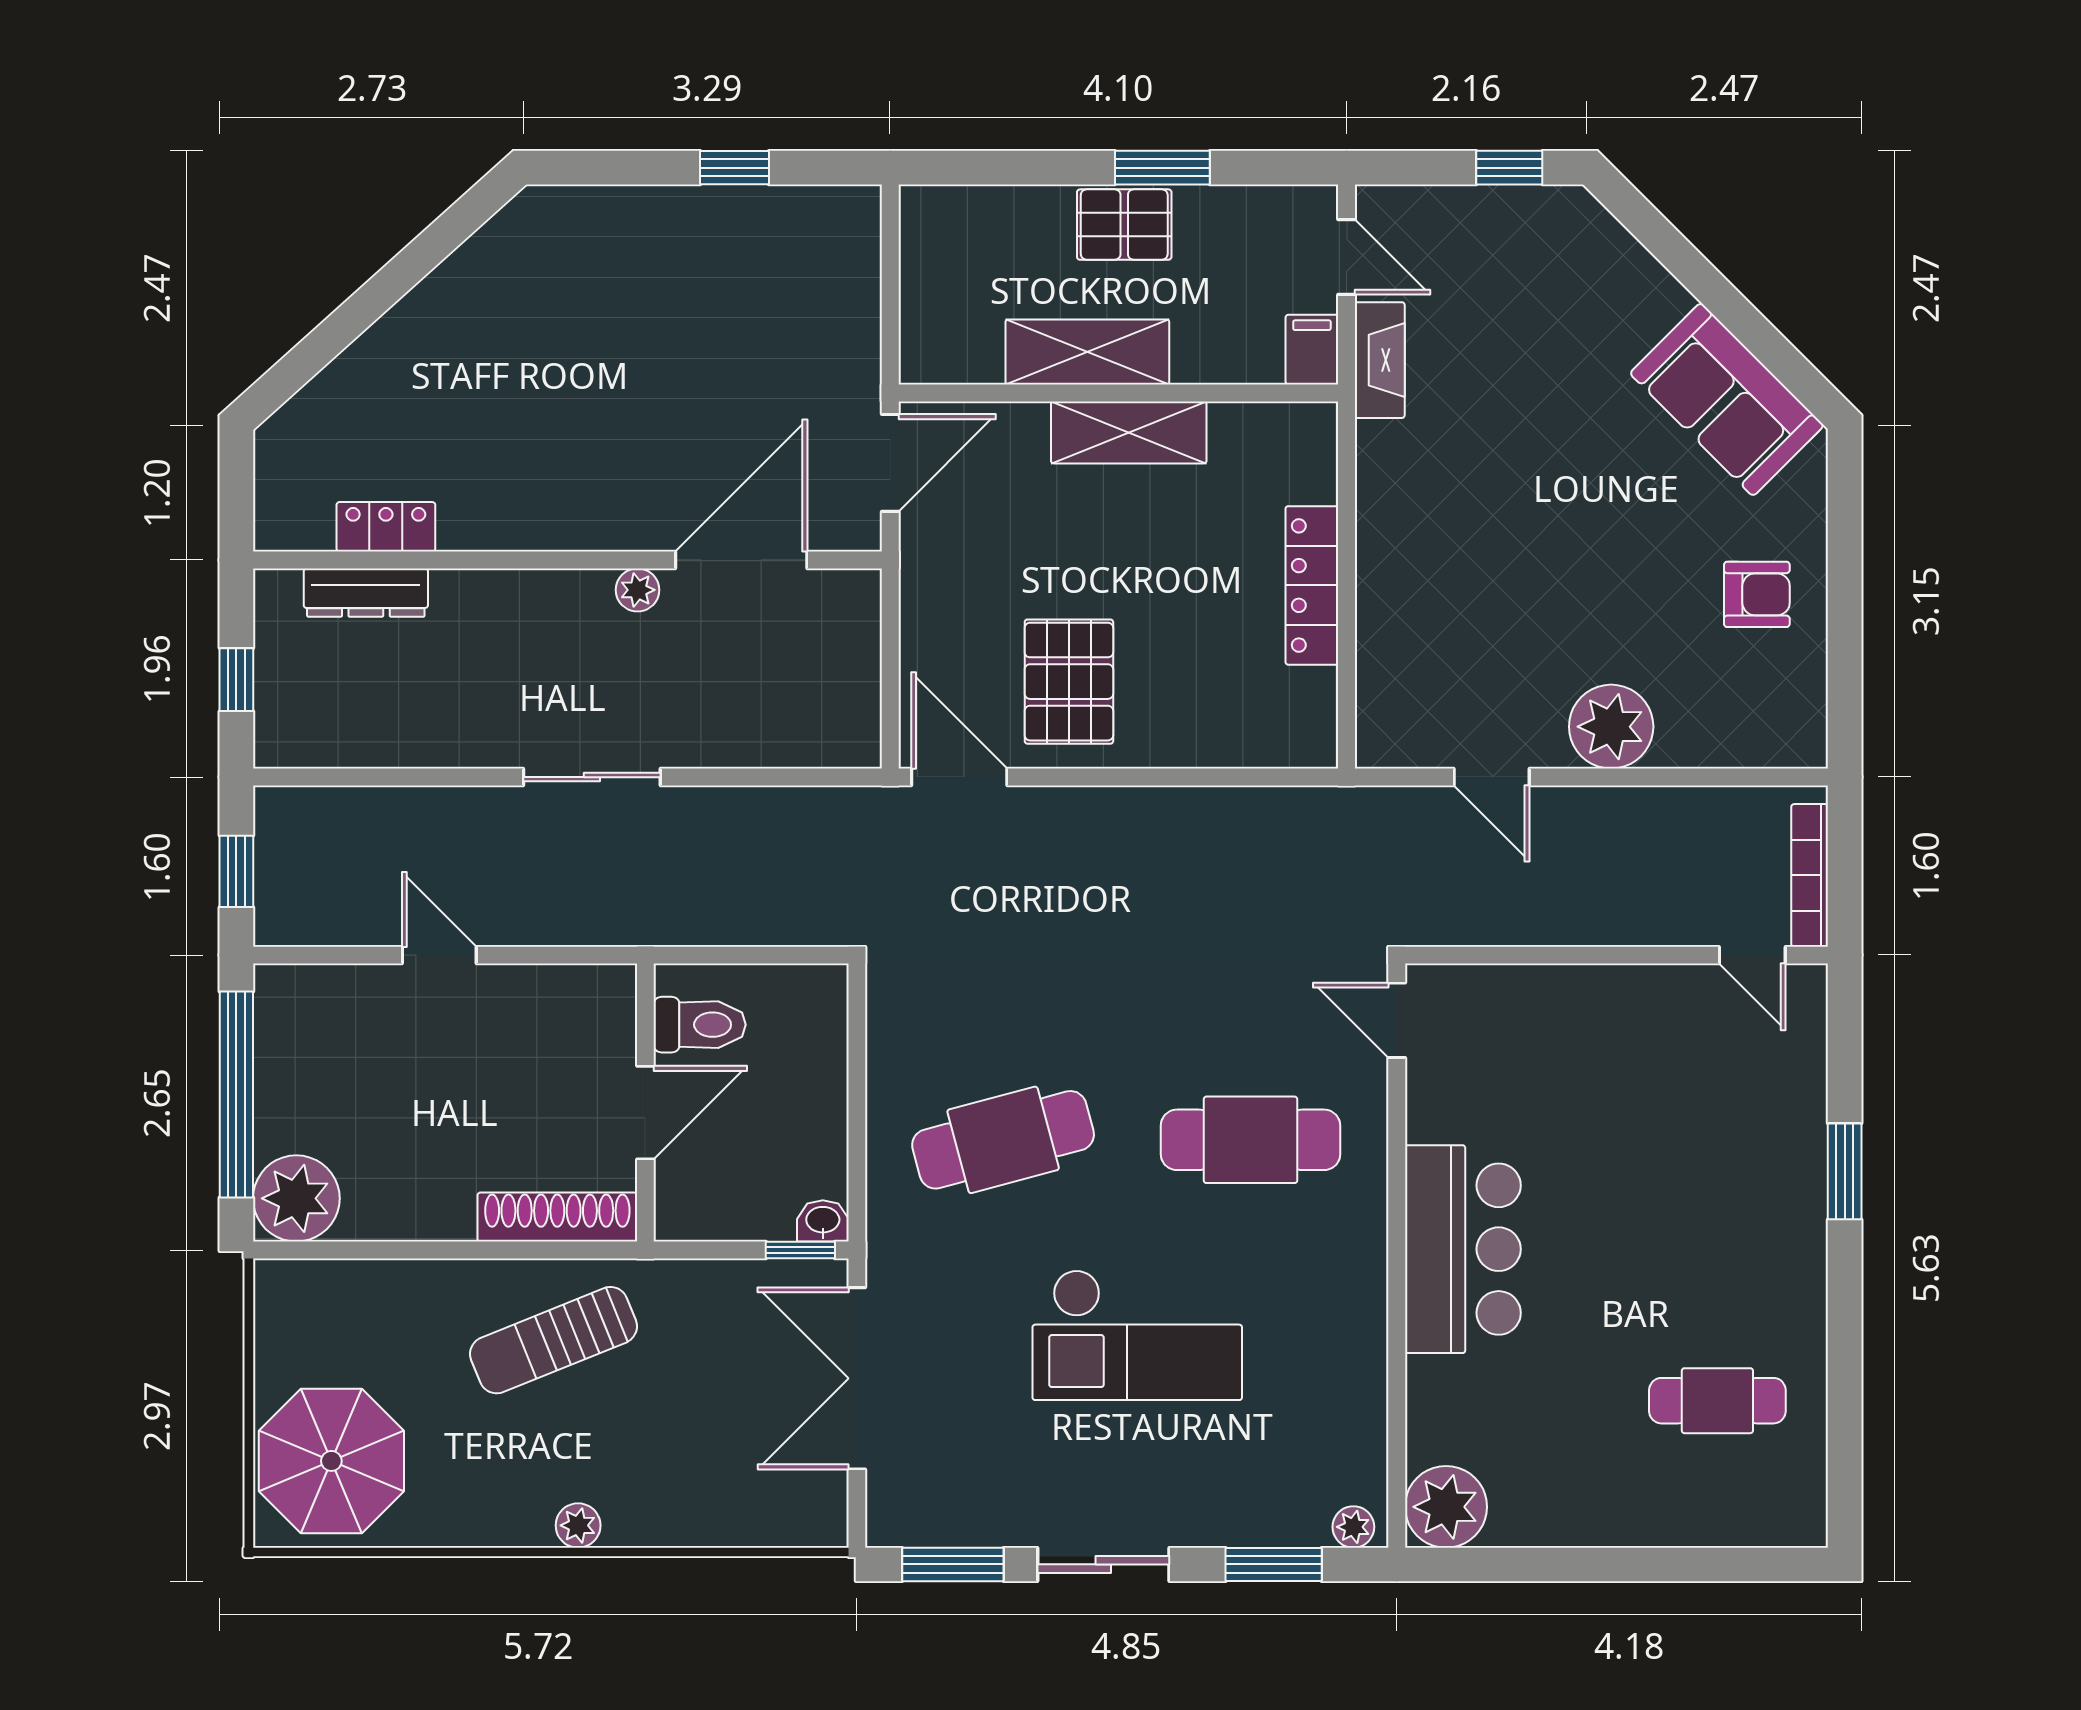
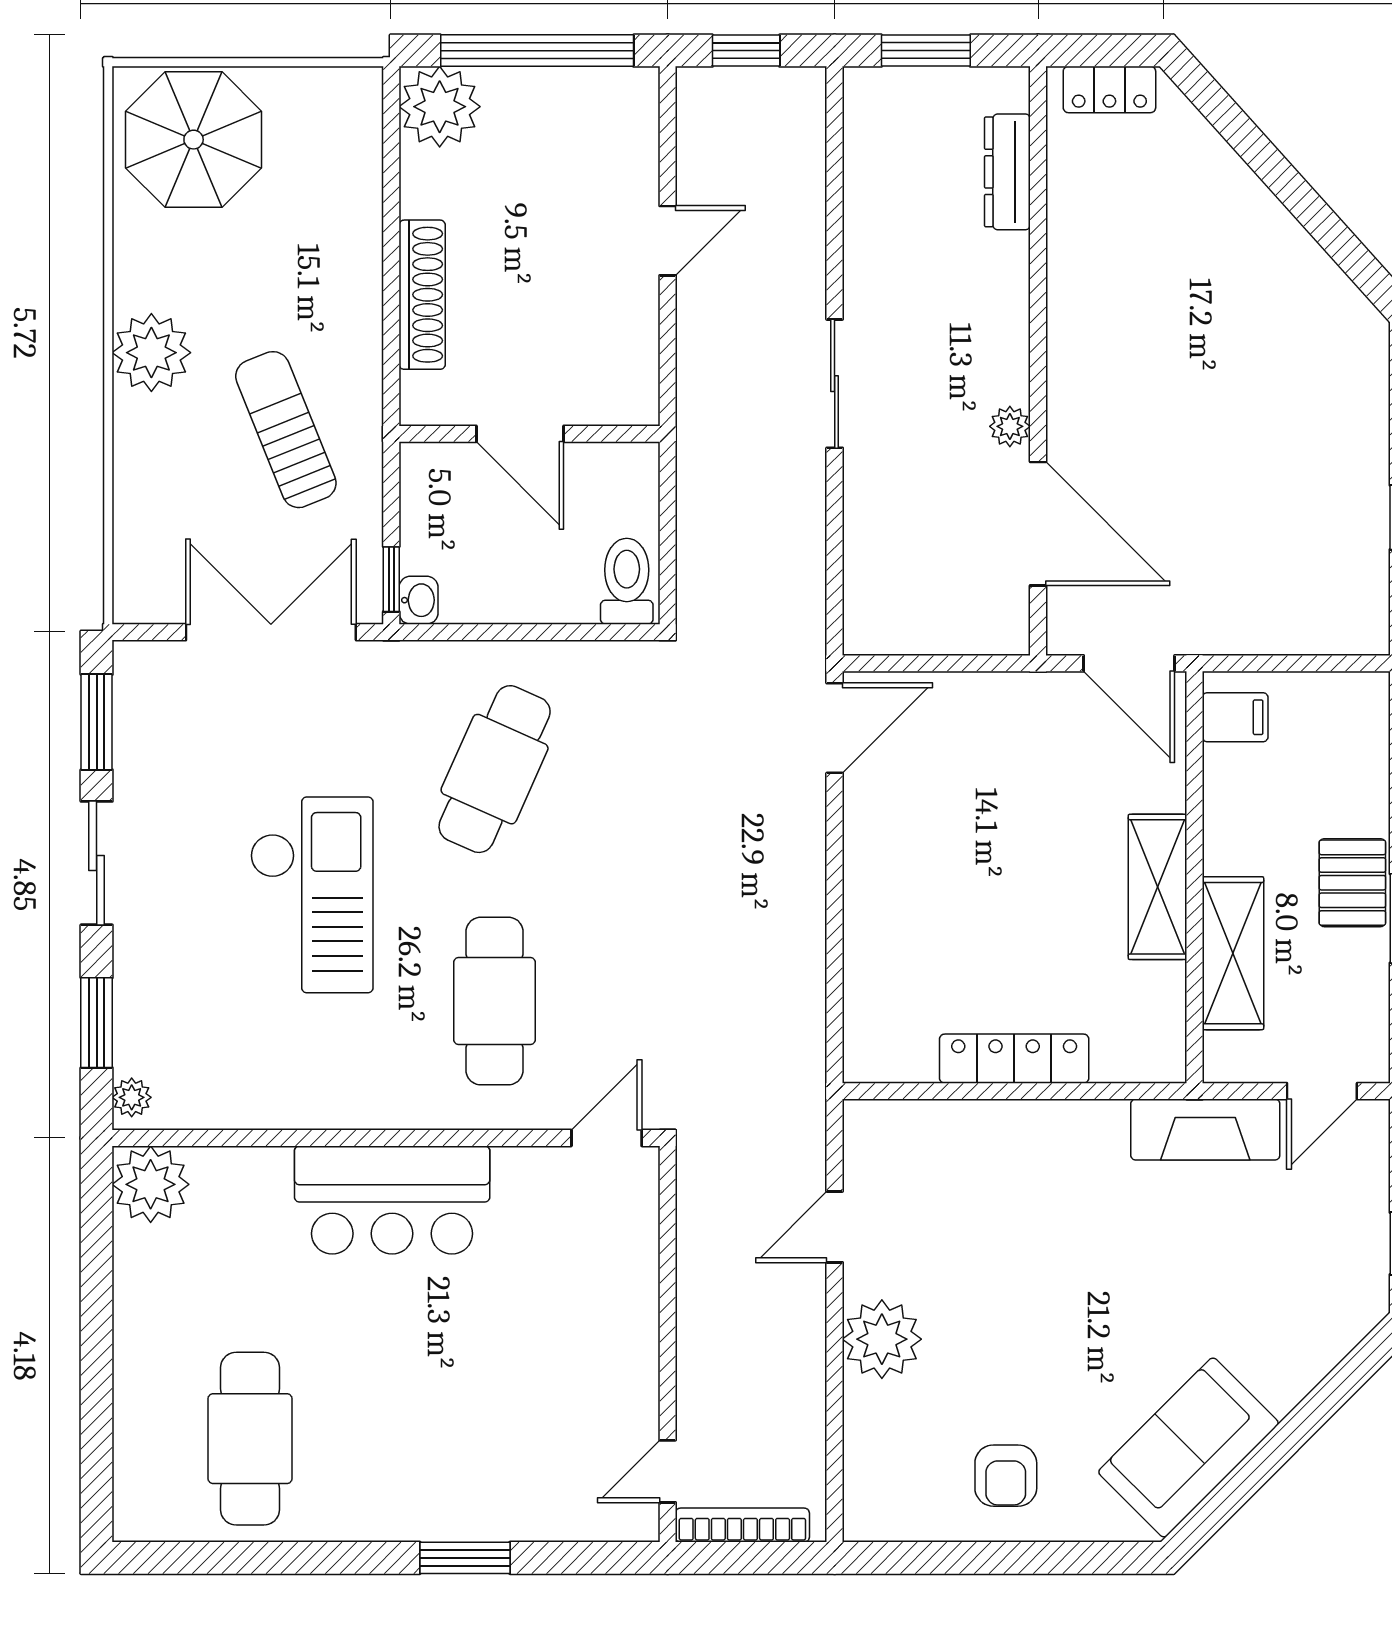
filing cabinet: (1312, 350) -> (1235, 717), moved
shelving: (1087, 352) -> (1233, 953), moved
fireplace: (1380, 360) -> (1205, 1130), width x1.37, depth x1.32
locker: (386, 527) -> (1109, 89), moved, turned 90
window: (236, 680) -> (926, 51), width x1.50
pallet: (1069, 682) -> (924, 831), removed
toilet: (700, 1025) -> (627, 581), moved, turned 180
cafe table: (1003, 1140) -> (495, 769), turned 39
shoe rack: (557, 1217) -> (422, 295), moved
checkout: (1137, 1335) -> (312, 895), turned 180
sun lounger: (554, 1340) -> (286, 430), moved
cafe table: (1717, 1401) -> (250, 1439), width x1.37, depth x1.35
plant: (578, 1525) -> (151, 353), width x1.88, depth x1.88

